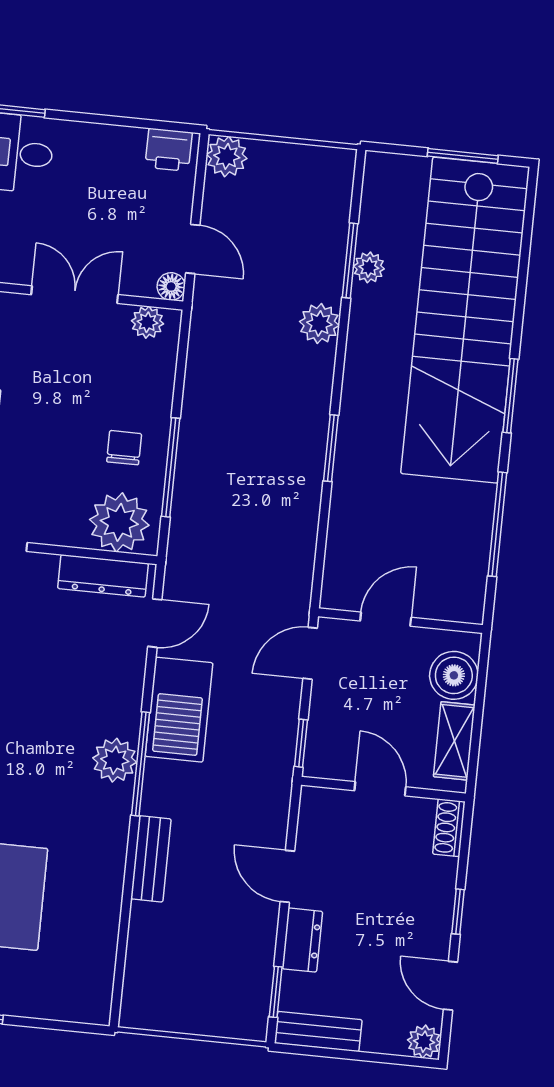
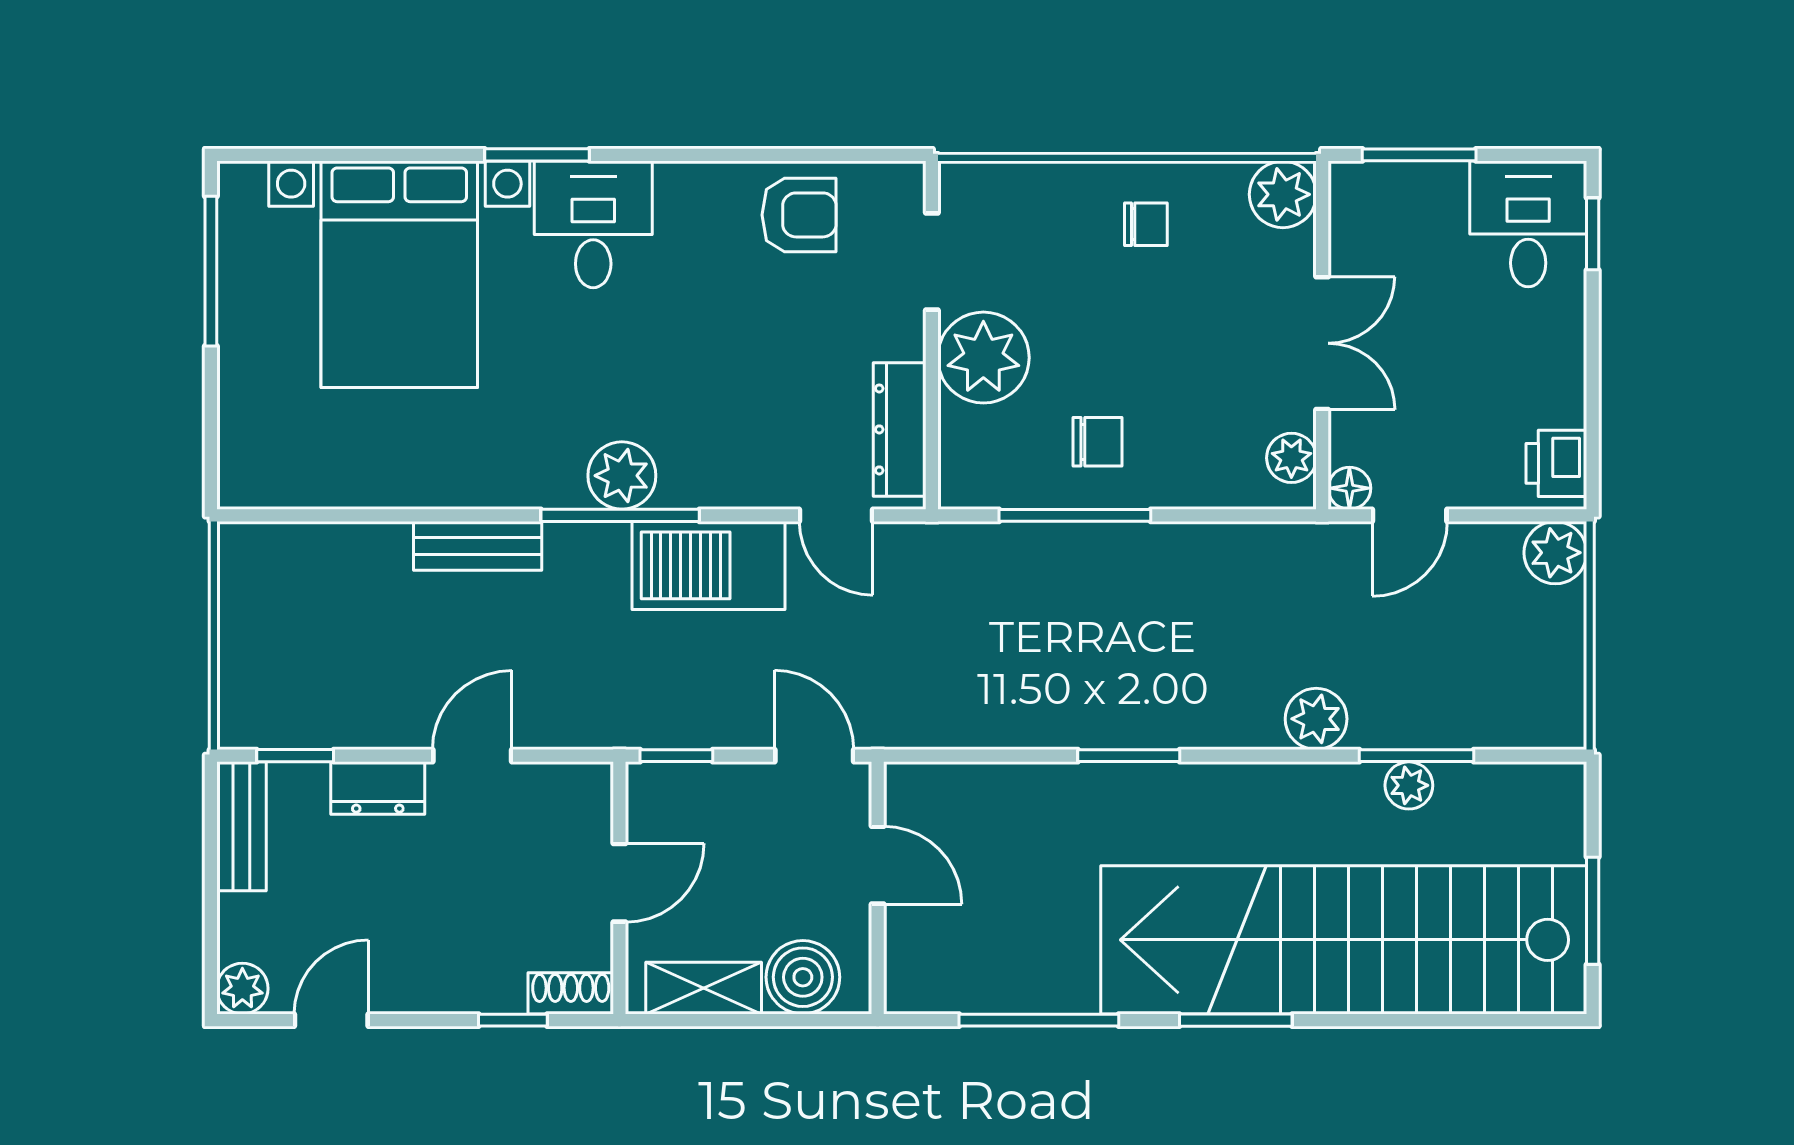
plant: (119, 522) -> (983, 358), moved
window: (458, 912) -> (513, 1020), moved

